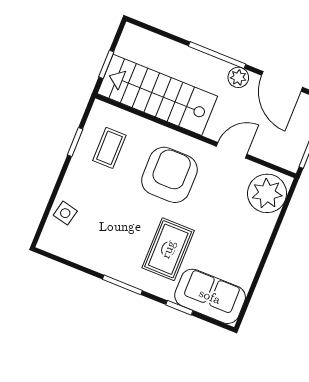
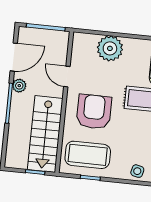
coffee table: (109, 148) -> (88, 155), width x1.86, depth x1.72
armchair: (169, 175) -> (94, 112), turned 90
plant: (267, 193) -> (110, 48), moved

